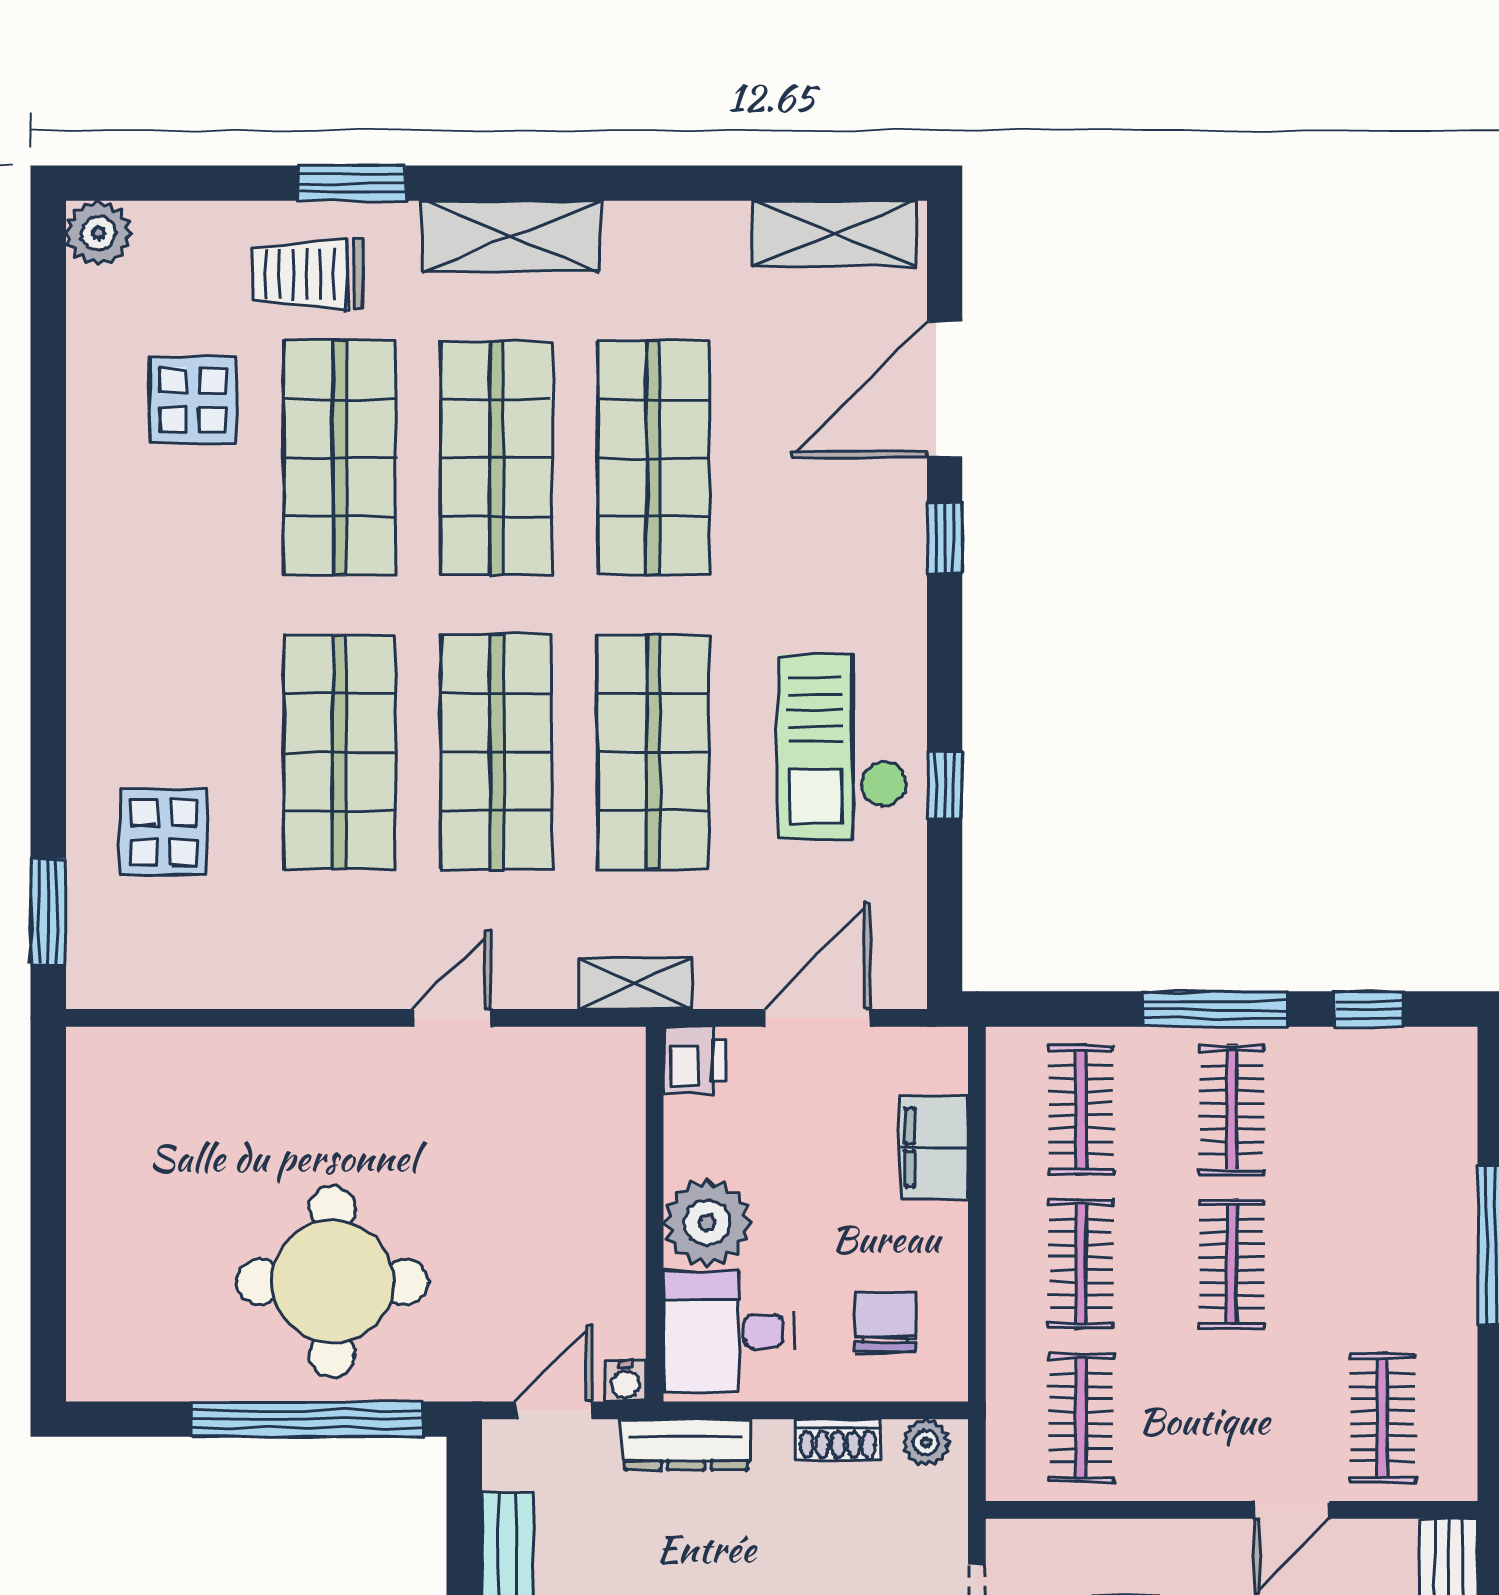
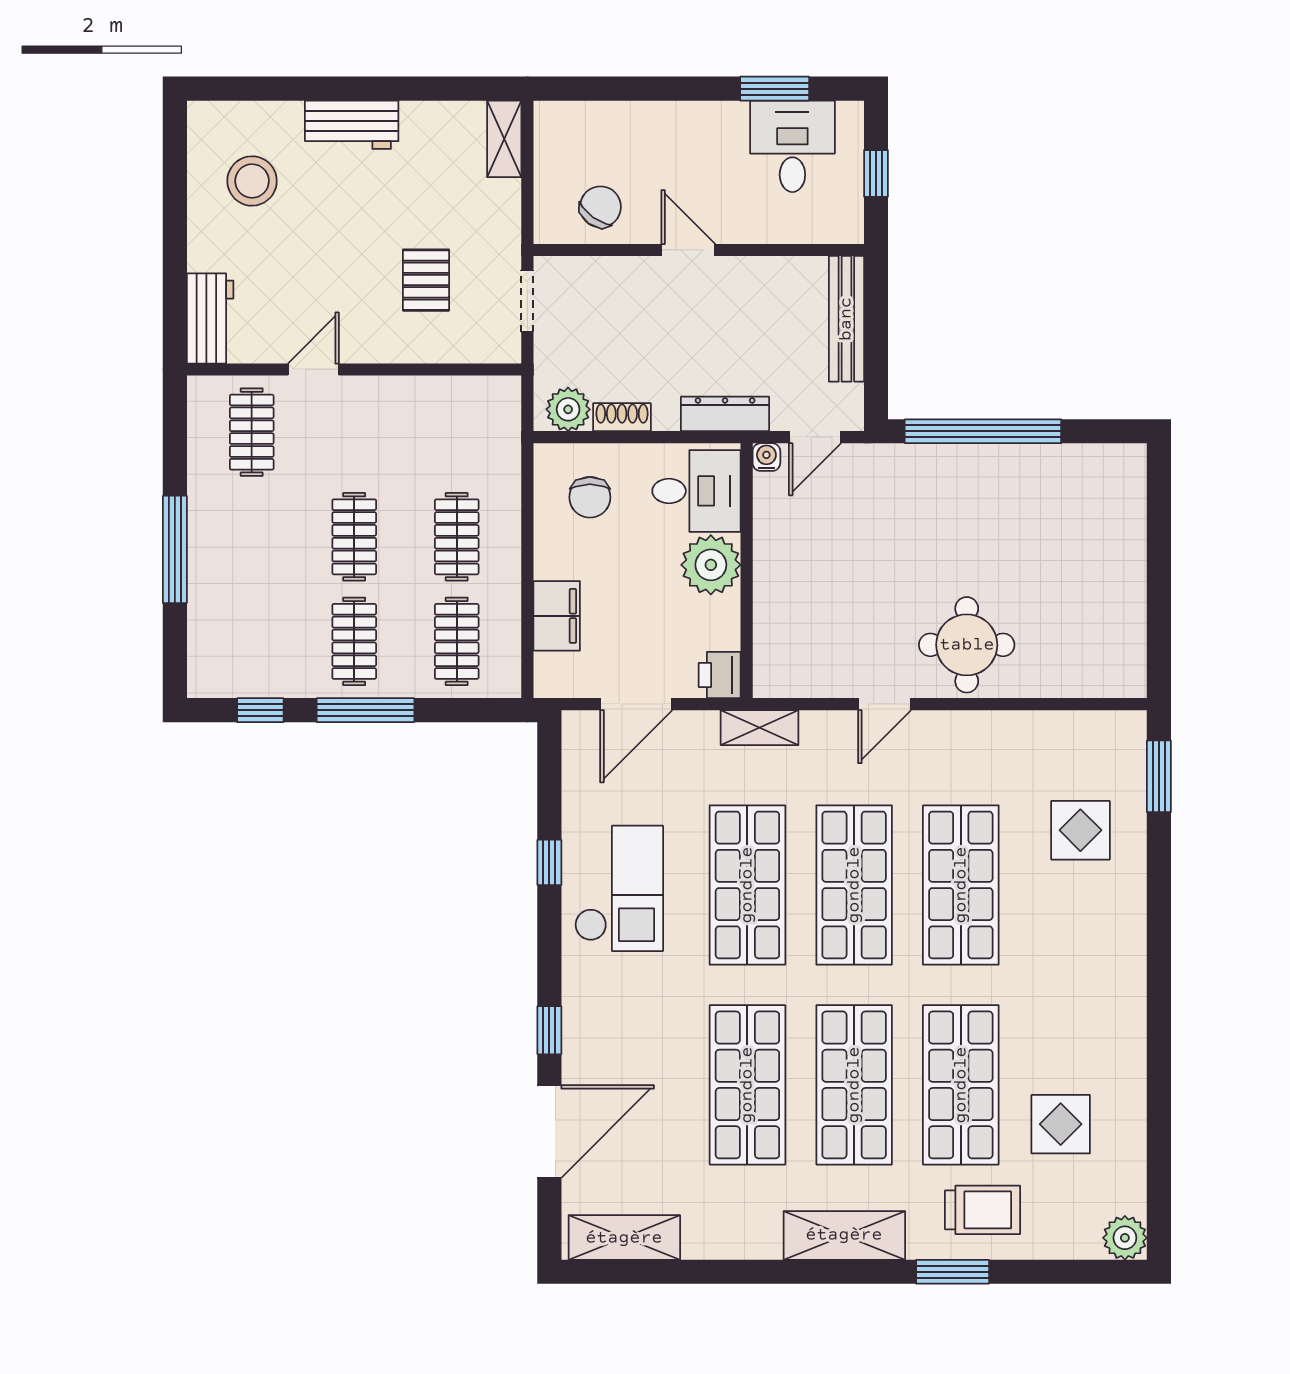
round table: (332, 1282) -> (967, 645), moved, width x0.73, depth x0.73
clothes rail: (1081, 1418) -> (457, 432), removed
plant: (926, 1443) -> (568, 409), width x1.38, depth x1.38

